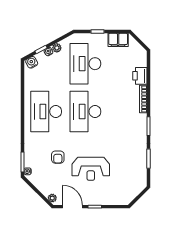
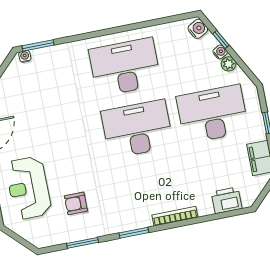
printer: (140, 76) -> (227, 200), moved
armchair: (58, 157) -> (76, 203), moved
reception desk: (91, 169) -> (28, 188), moved

